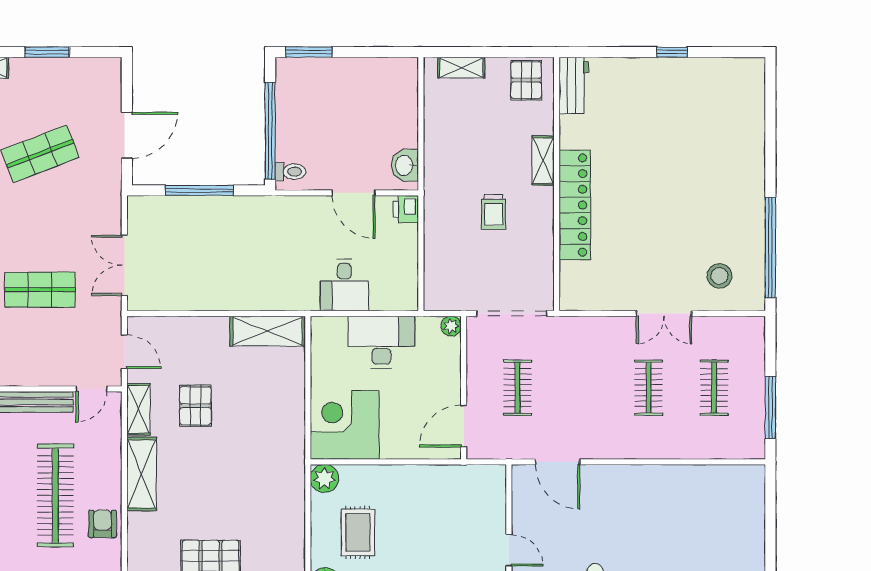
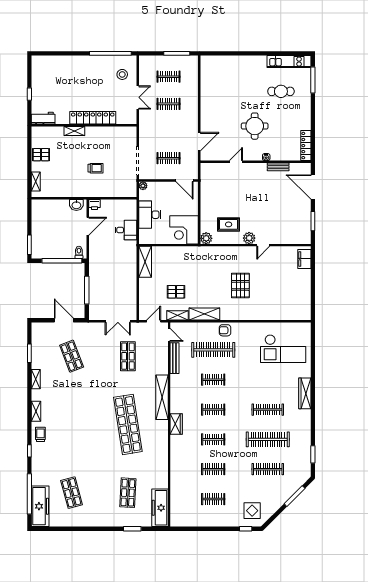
workbench: (574, 85) -> (43, 118), moved
shelving: (543, 160) -> (74, 131), moved
wall: (557, 184) -> (84, 125), moved
locker: (575, 205) -> (93, 118), moved

